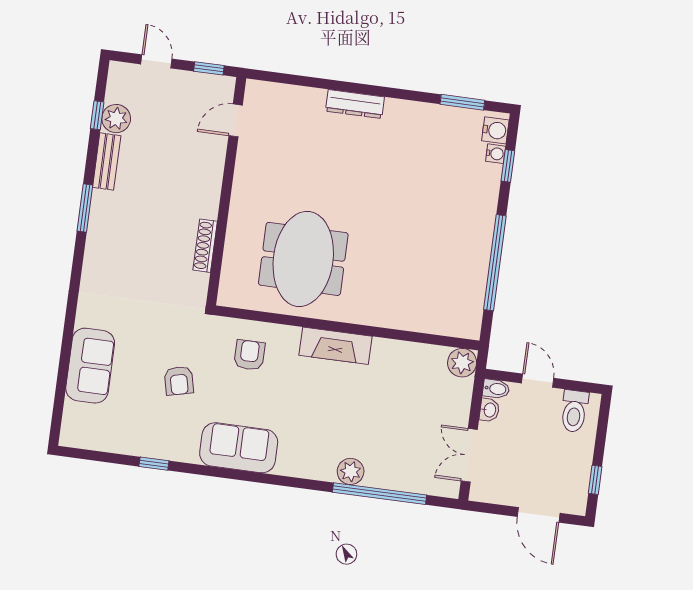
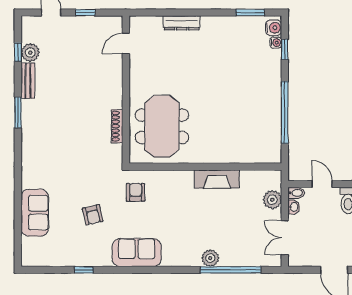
door: (236, 120) -> (126, 44), moved
wall: (226, 191) -> (126, 90), moved
shoe rack: (205, 246) -> (117, 126), moved
fireplace: (336, 346) -> (217, 179), moved
plant: (462, 363) -> (272, 200), moved

